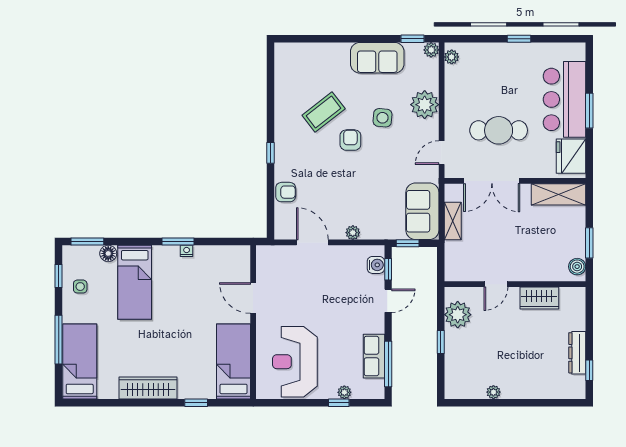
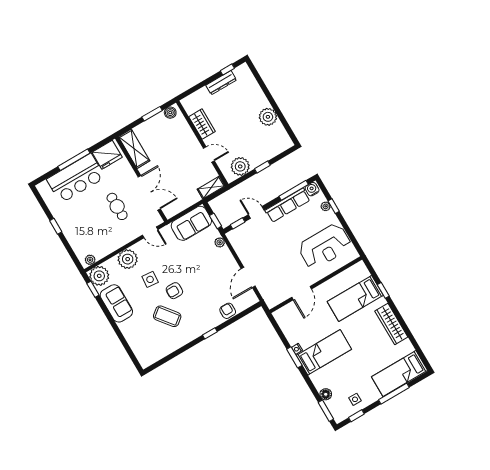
plant: (431, 50) -> (99, 276), width x1.87, depth x1.87
window: (589, 111) -> (74, 160), width x1.44
cafe table: (499, 130) -> (117, 206), width x0.73, depth x0.74
shelving: (453, 221) -> (211, 188), moved
plant: (353, 233) -> (220, 242), moved
water cooler: (376, 265) -> (312, 189), moved
bed: (135, 282) -> (324, 352), moved
row of seats: (374, 356) -> (288, 205), width x1.48
bed: (234, 361) -> (355, 298), moved
plant: (493, 392) -> (268, 117), width x1.87, depth x1.87

